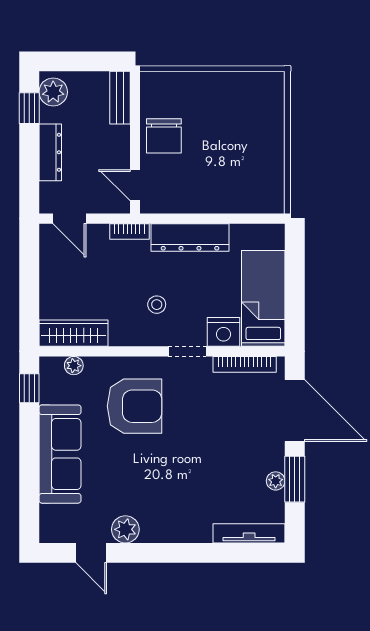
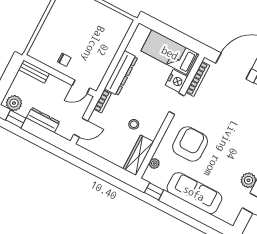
chair: (164, 136) -> (64, 60), width x0.54, depth x0.54
stool: (157, 305) -> (134, 124), moved

